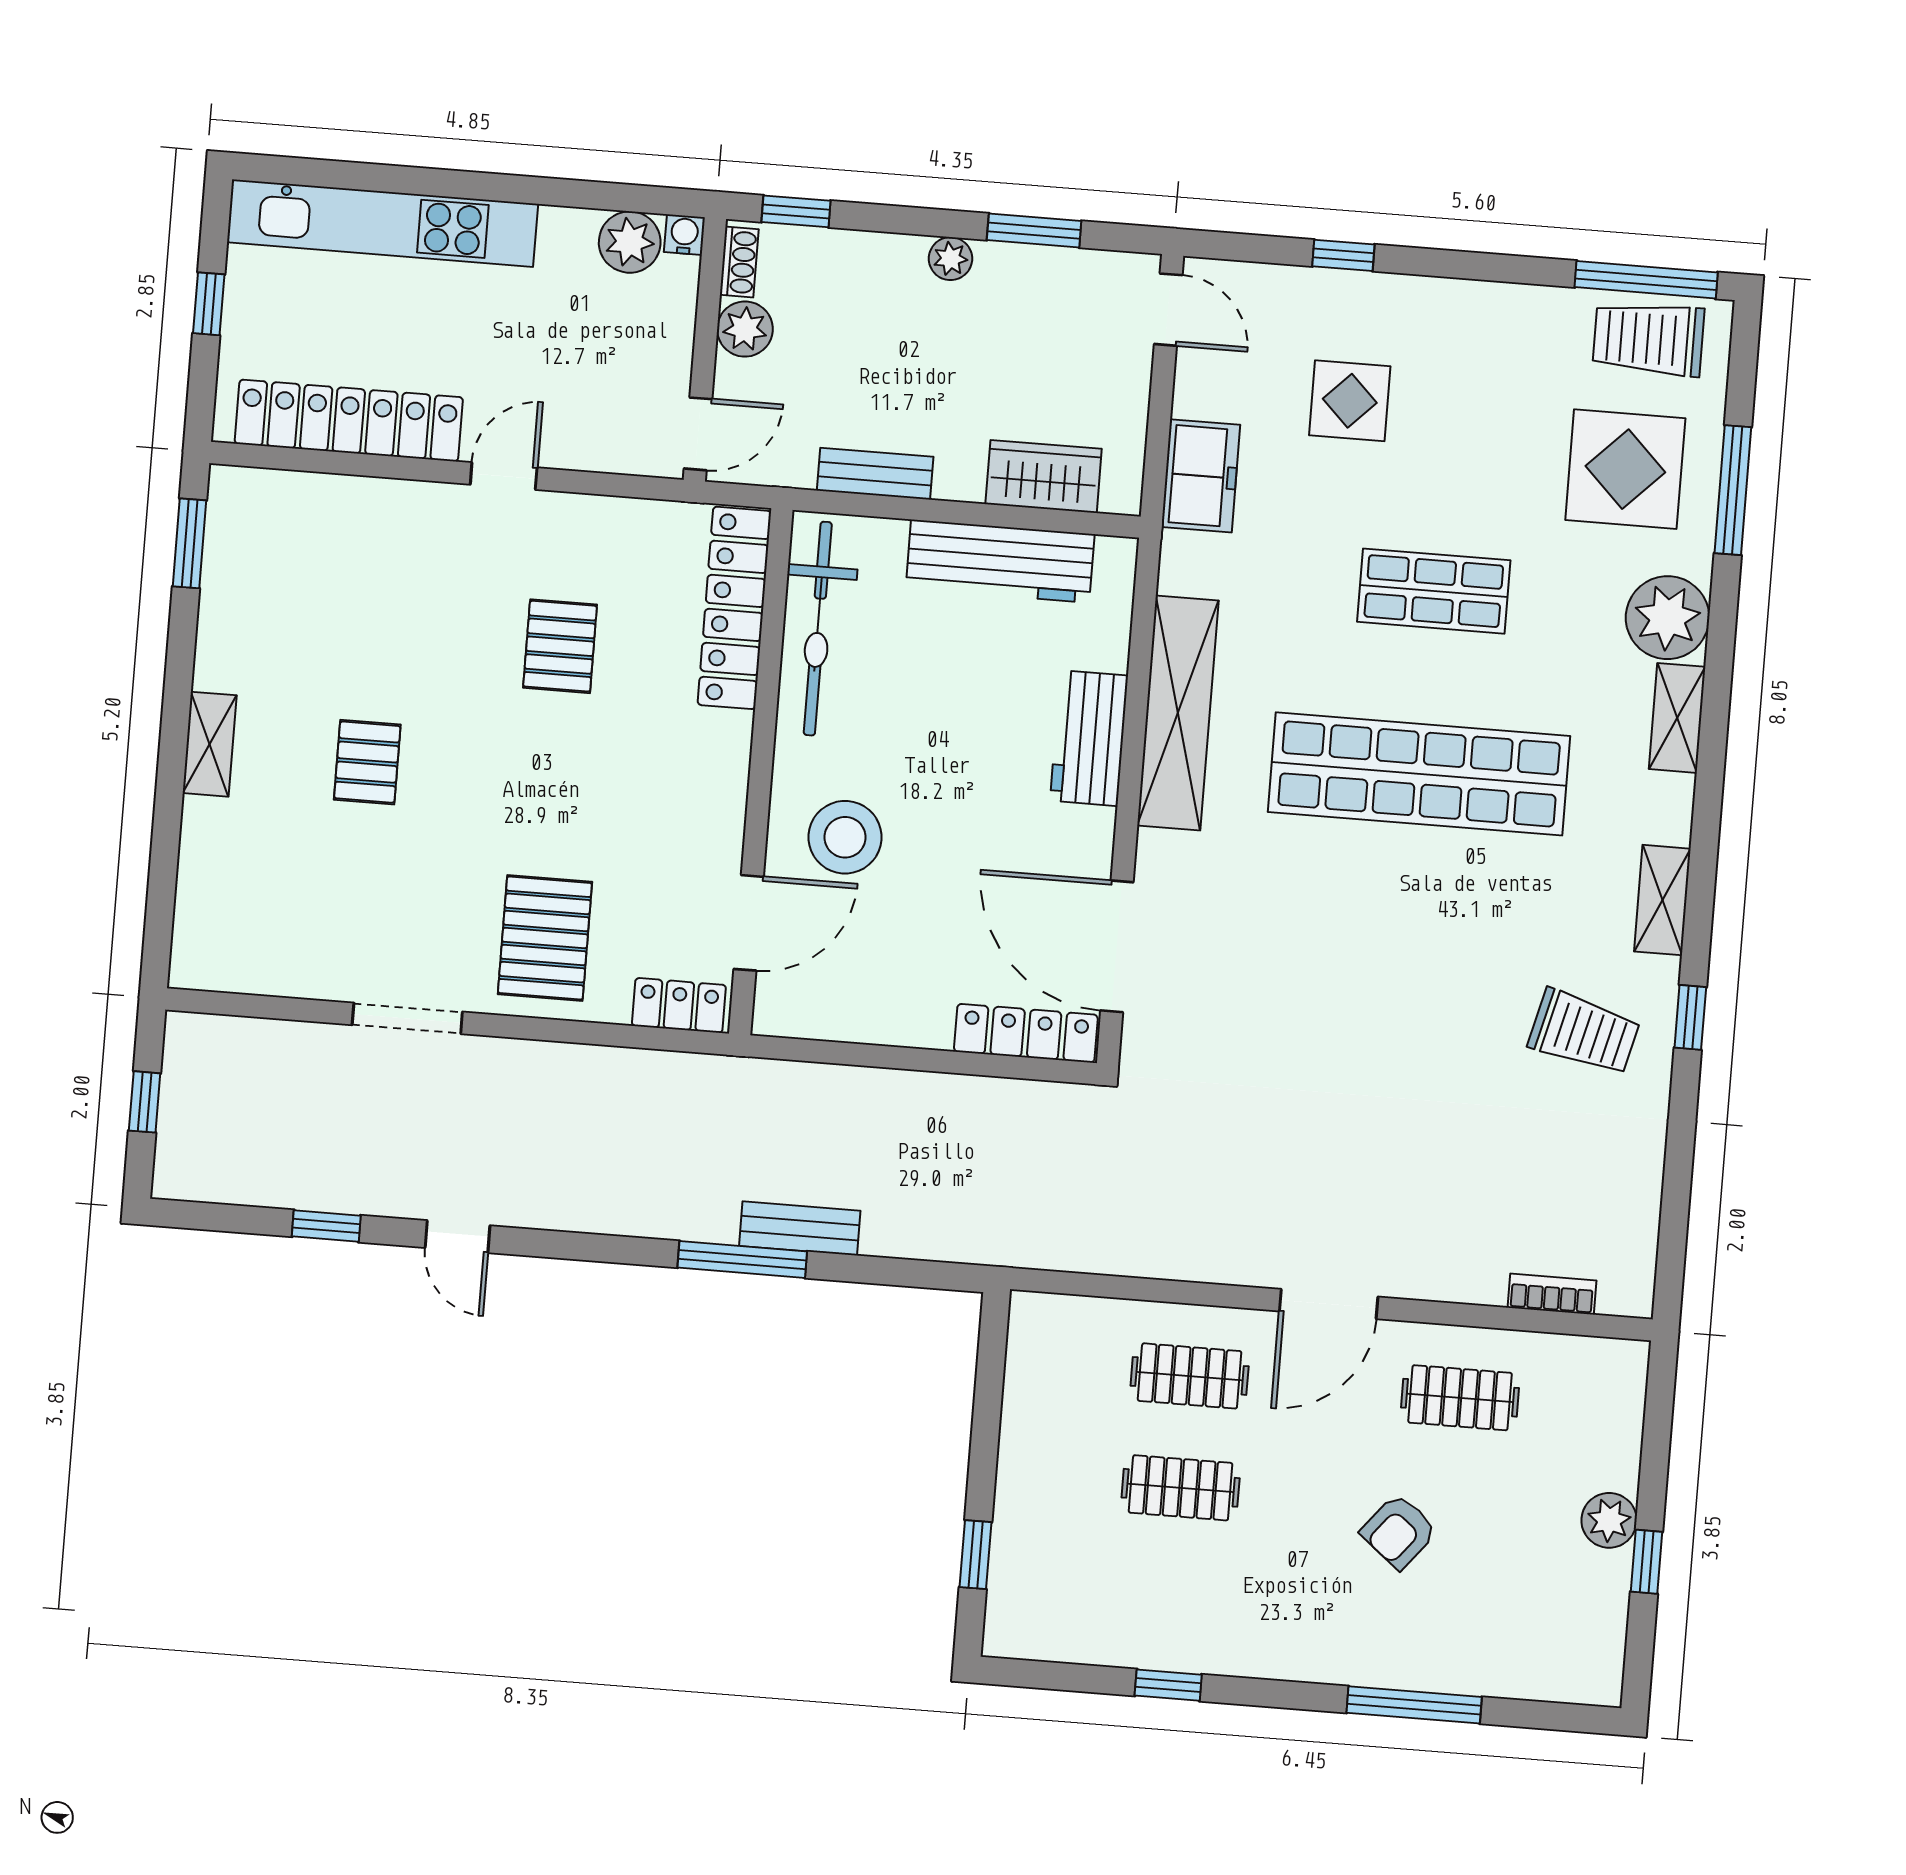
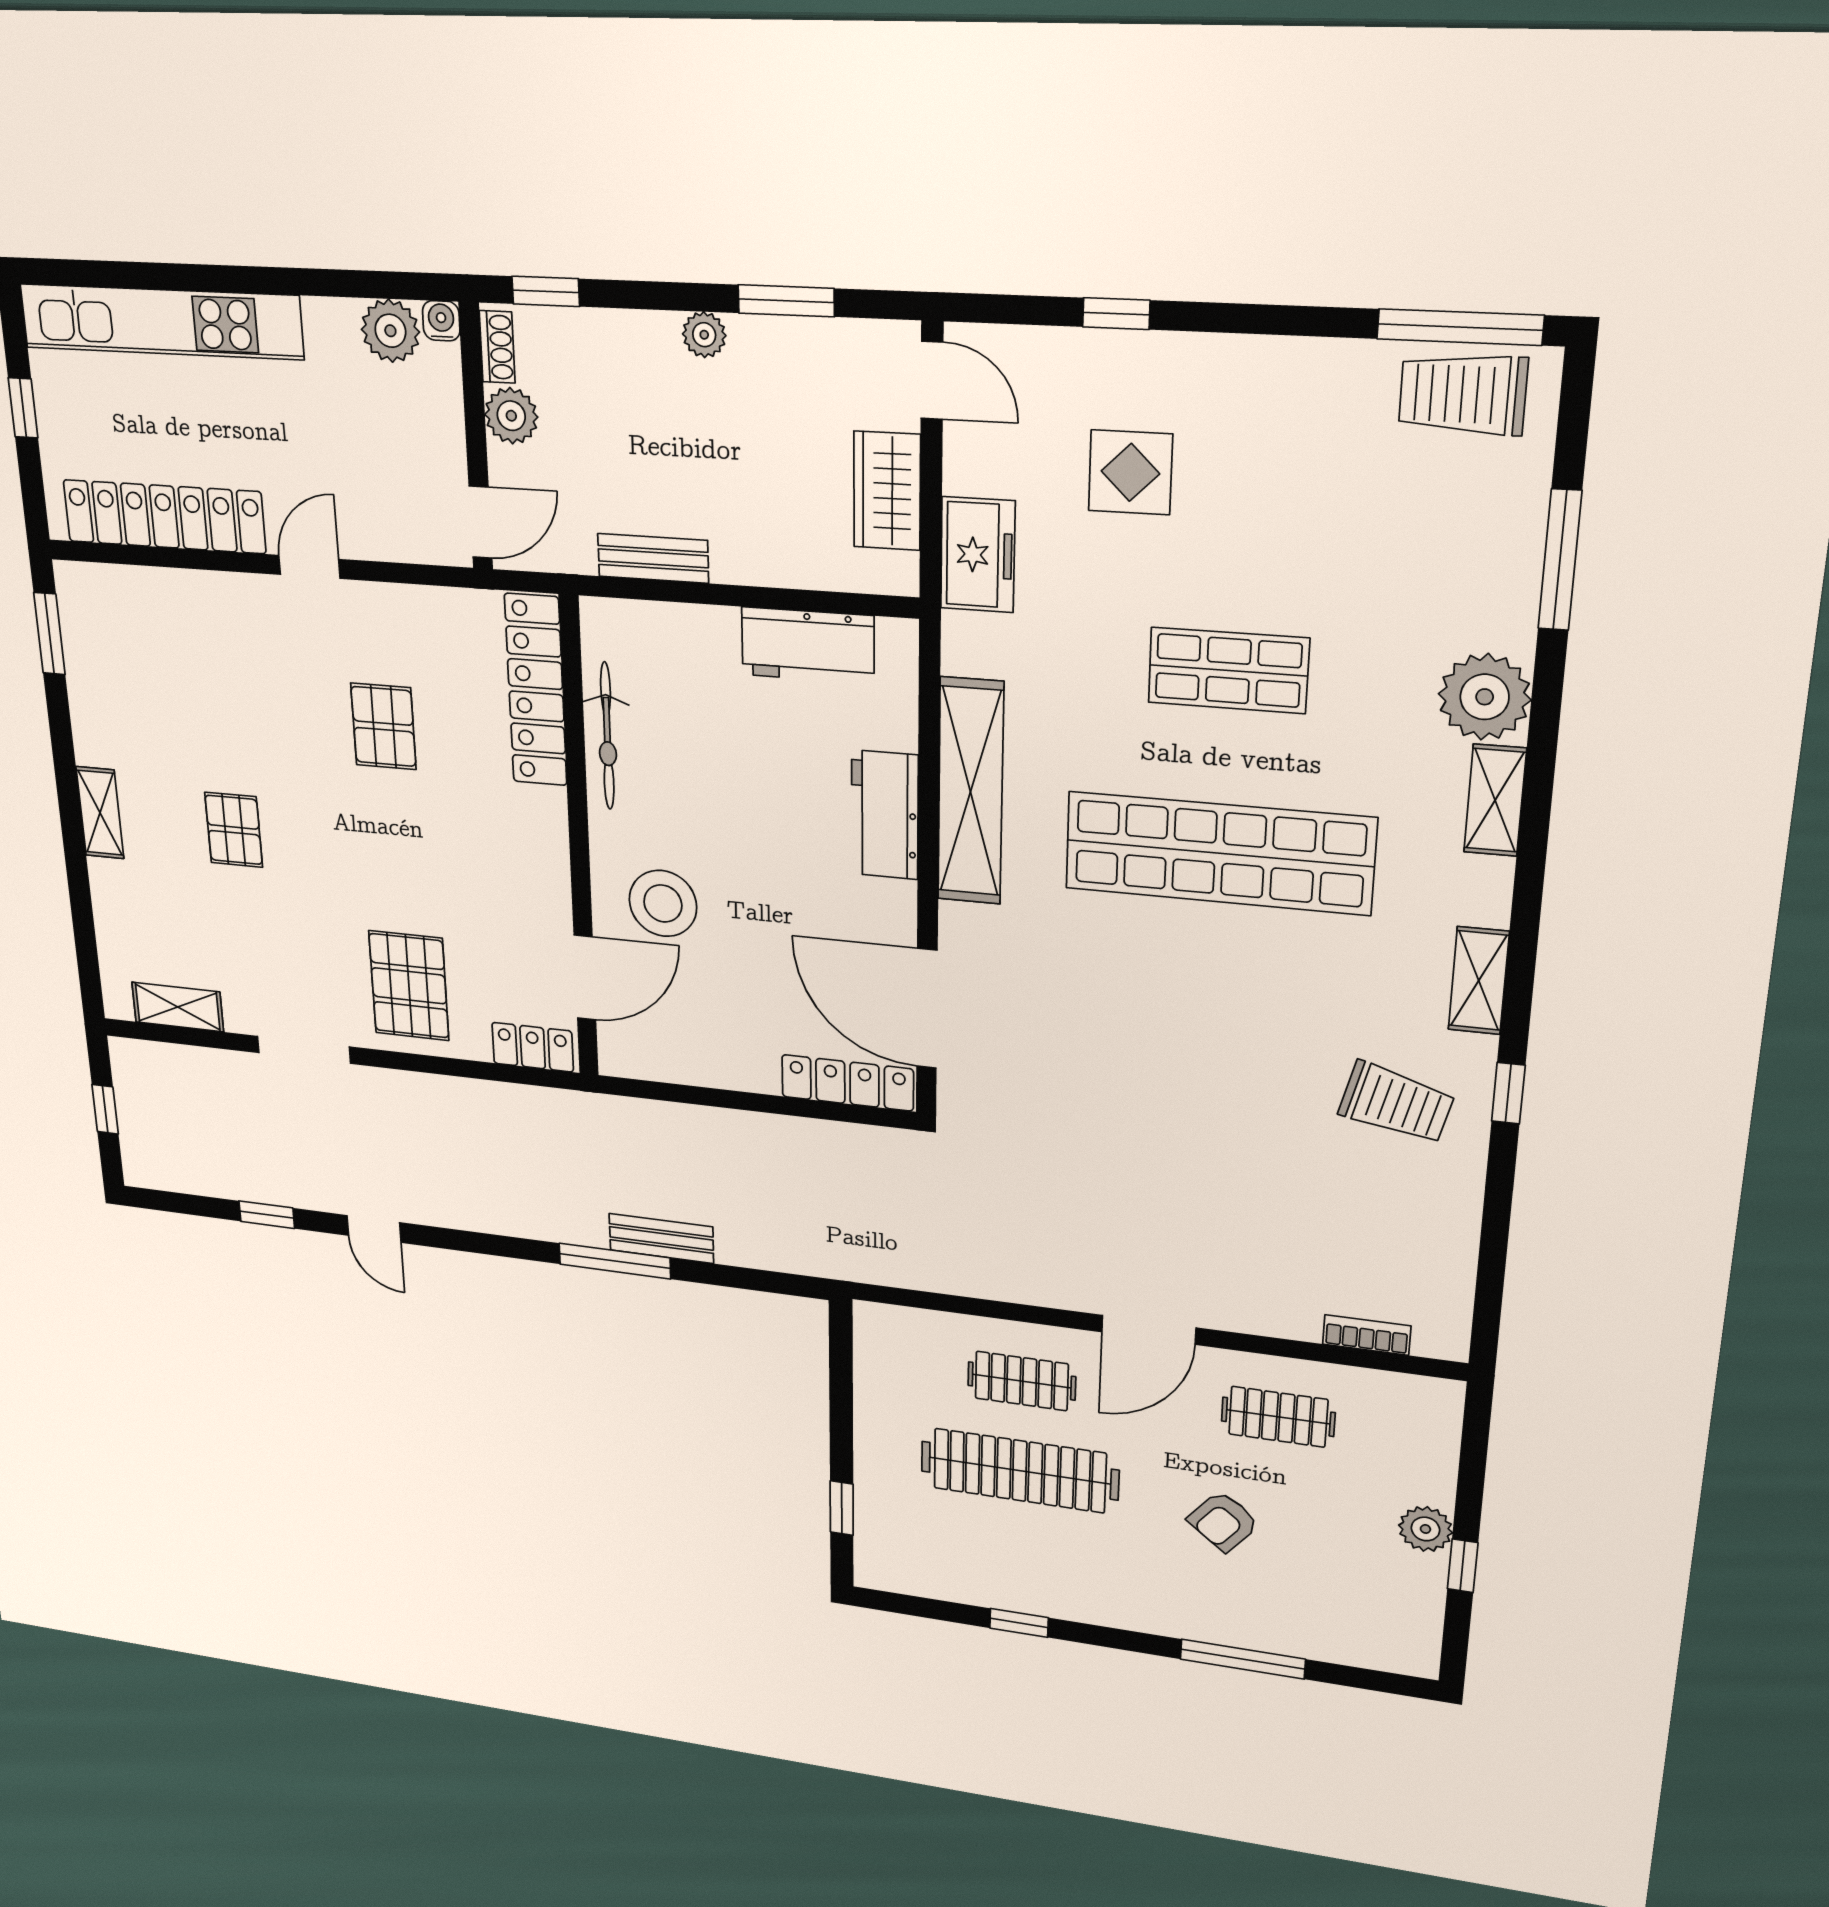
display table: (1625, 469) -> (1437, 539), removed
wardrobe: (1044, 476) -> (887, 491), moved, turned -90
workbench: (1000, 561) -> (808, 645), width x0.73
bicycle: (818, 629) -> (607, 736), width x0.73, depth x0.71
shelving: (261, 972) -> (178, 1007), added
clothes rail: (1181, 1488) -> (1020, 1471), width x1.86, depth x1.31

